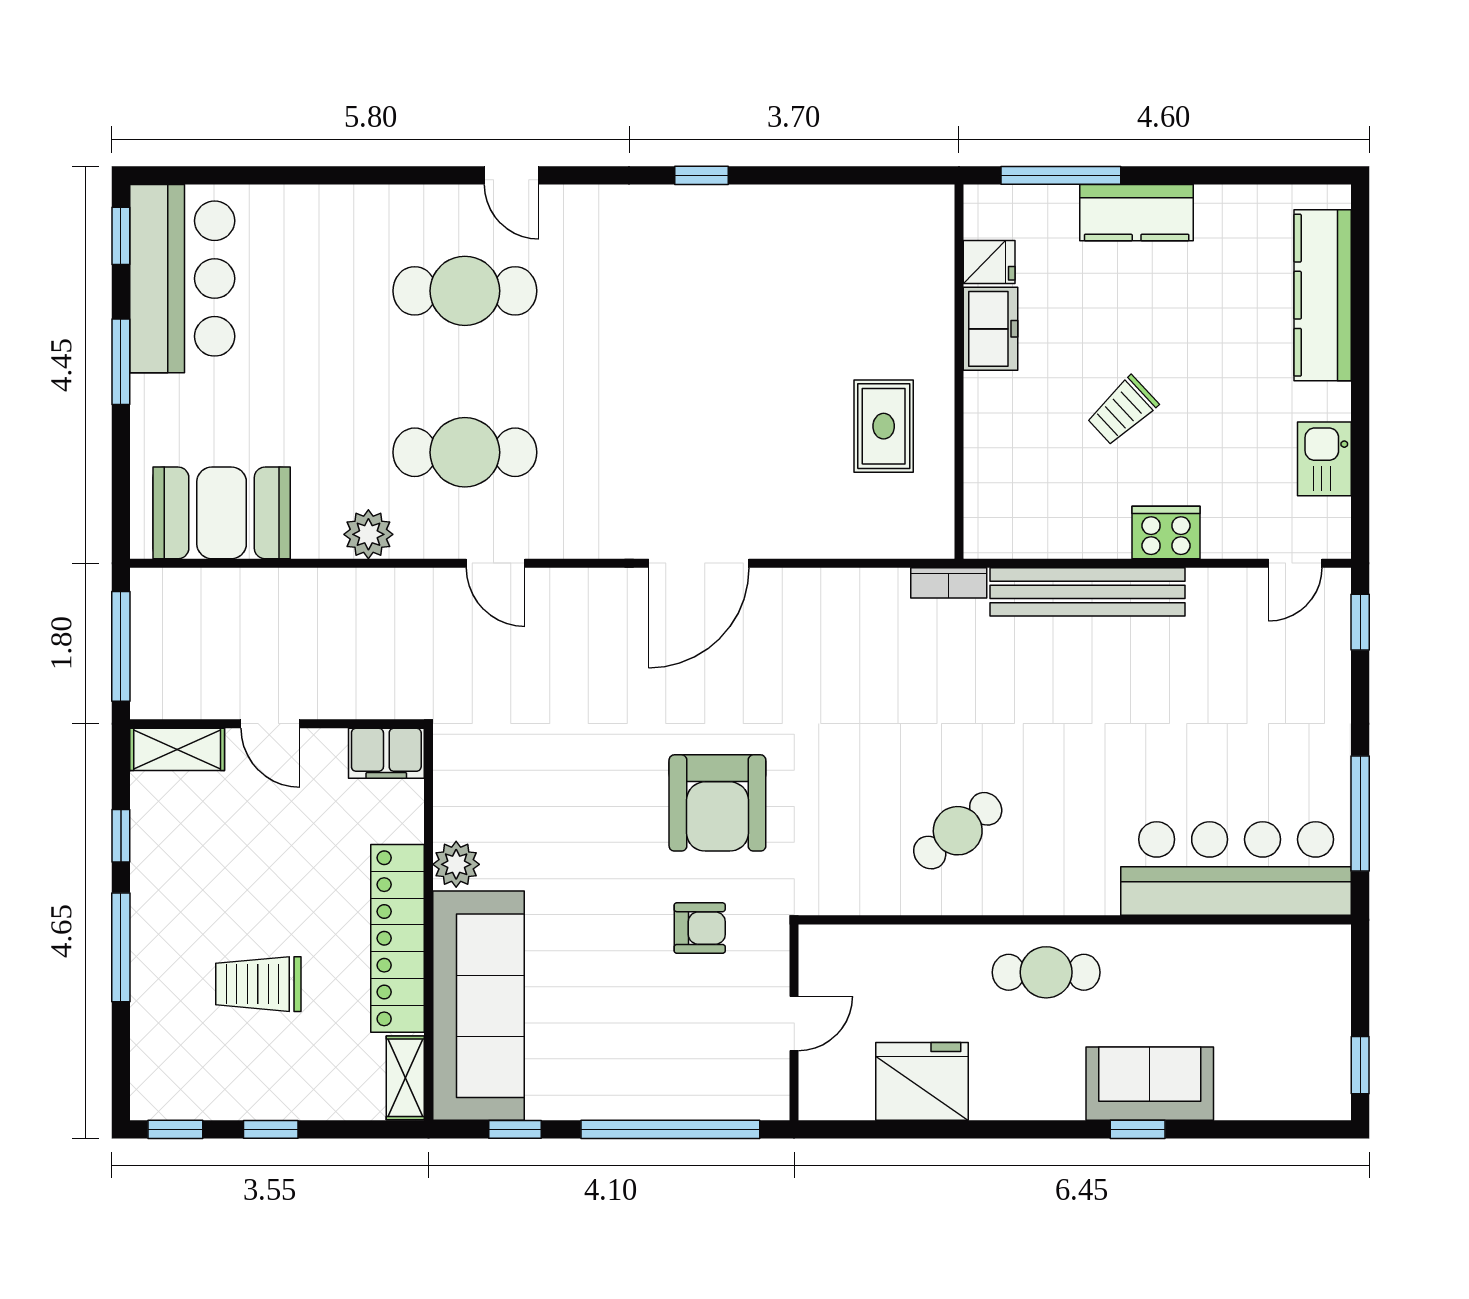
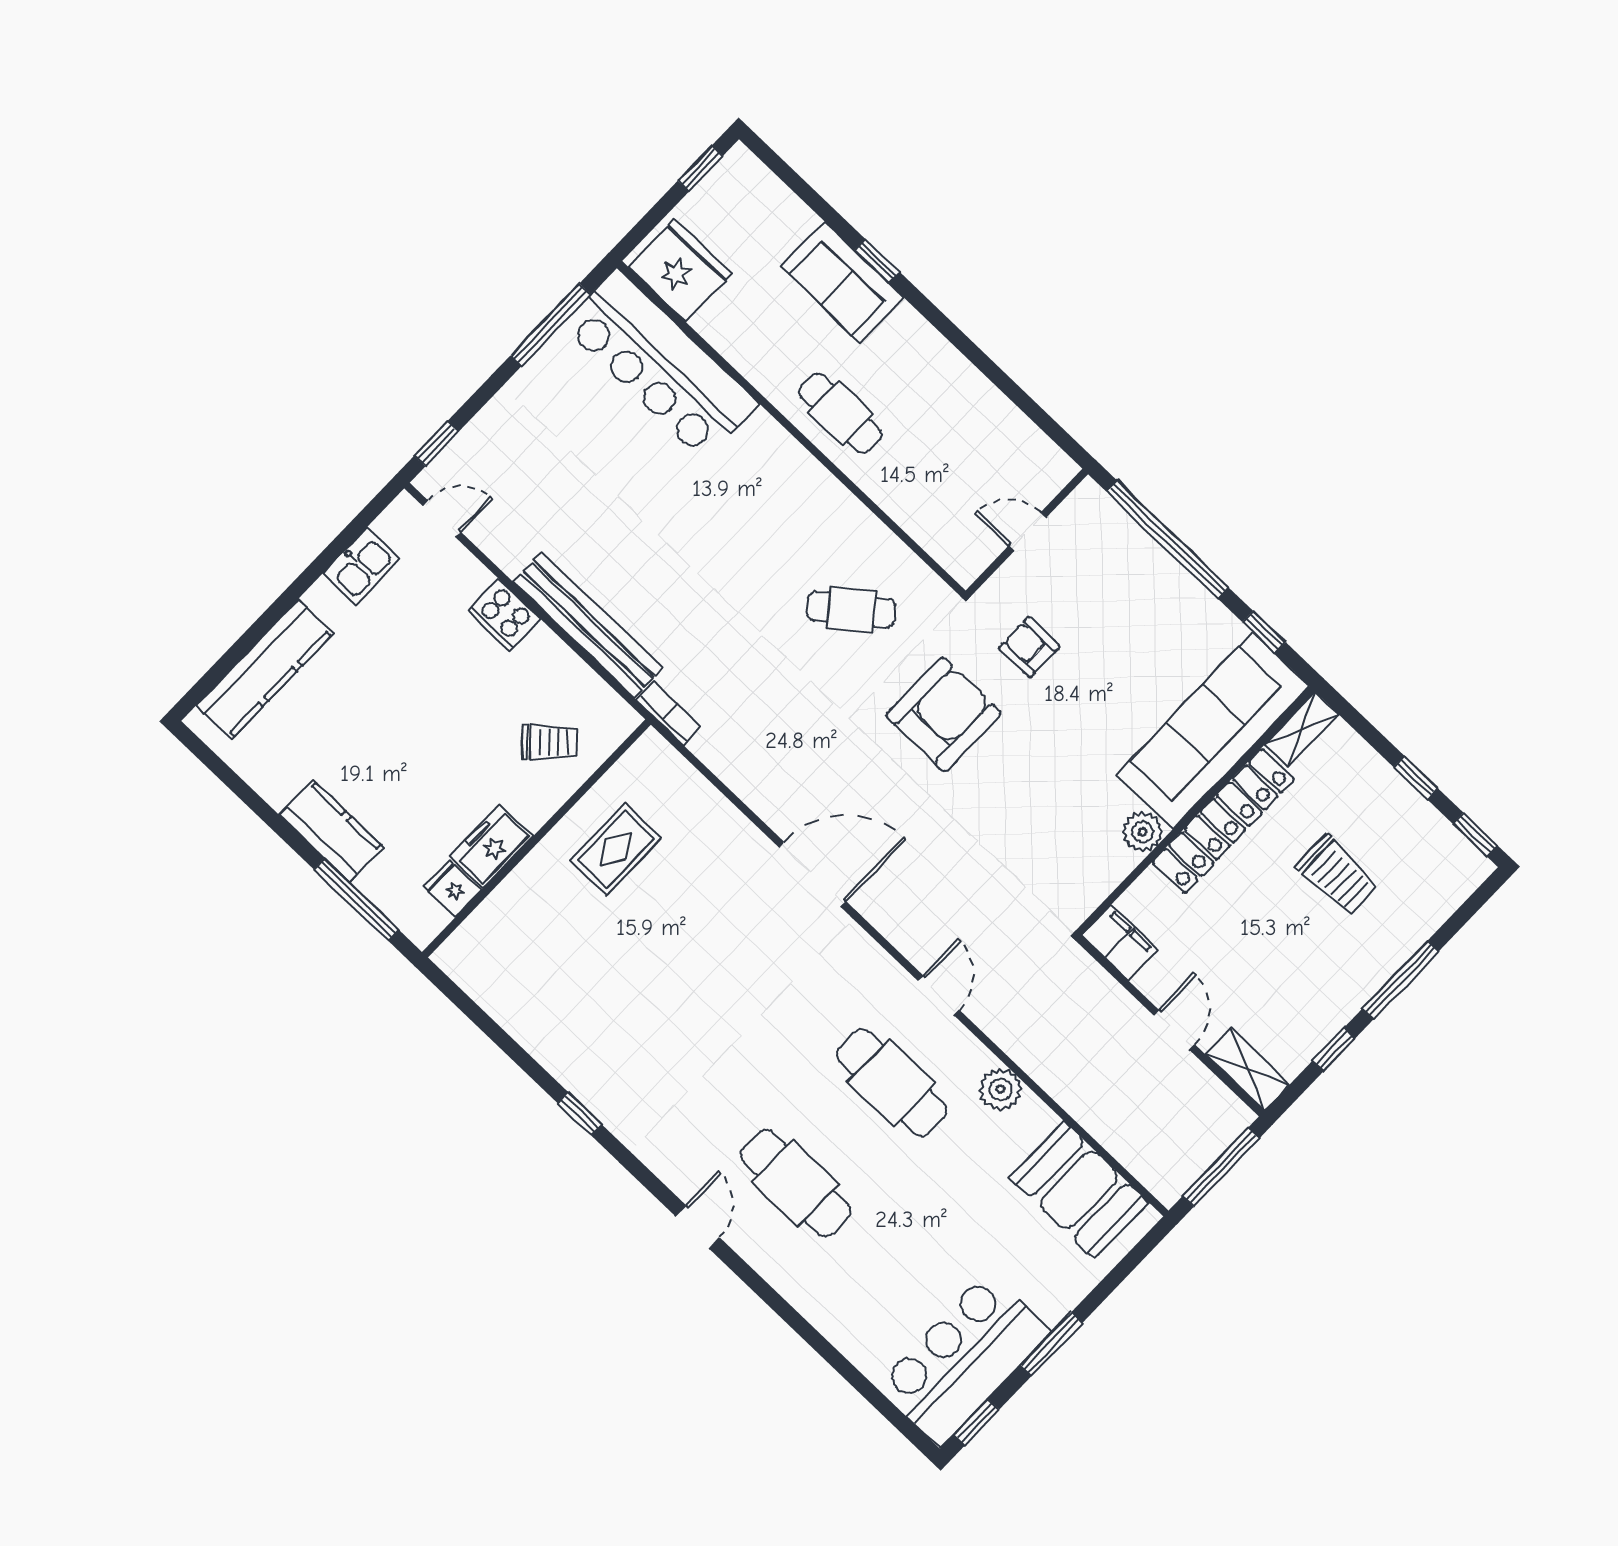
trolley: (1122, 411) -> (550, 742), moved
cafe table: (958, 831) -> (851, 610), moved
fridge: (922, 1081) -> (680, 270), moved, turned 180

